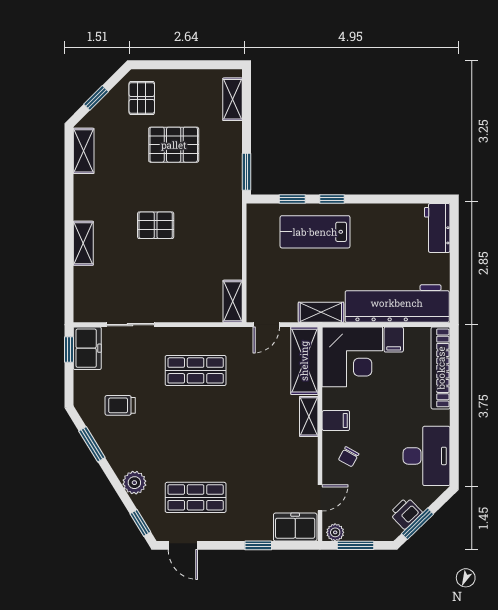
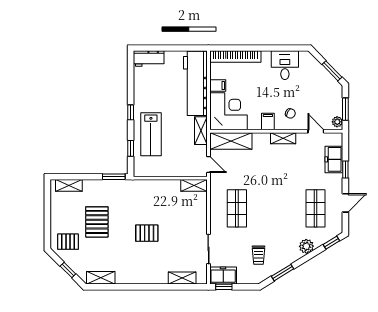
window: (332, 199) -> (131, 112), moved
pallet: (156, 225) -> (147, 233), turned 90
shelving: (83, 243) -> (182, 278), moved
shelving: (309, 416) -> (283, 138), moved
desk: (427, 456) -> (285, 65), width x0.73
printer: (406, 513) -> (325, 78), removed
freezer: (295, 527) -> (334, 159), moved
door: (183, 545) -> (345, 203), moved

